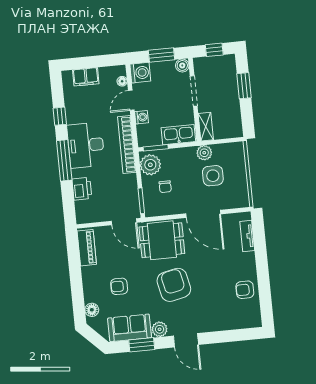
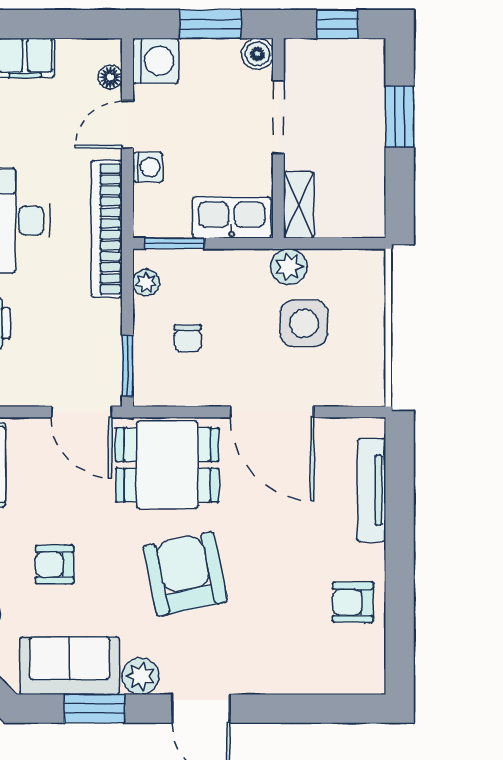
plant: (150, 165) -> (146, 283), width x0.53, depth x0.53
tv unit: (247, 236) -> (371, 490), width x1.41

